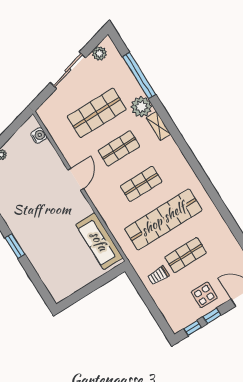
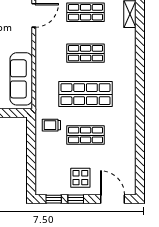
shop shelf: (163, 219) -> (86, 94), width x0.71
trolley: (158, 275) -> (51, 125), moved

